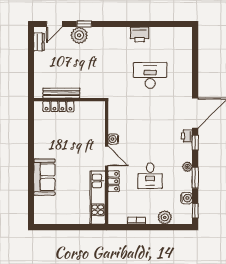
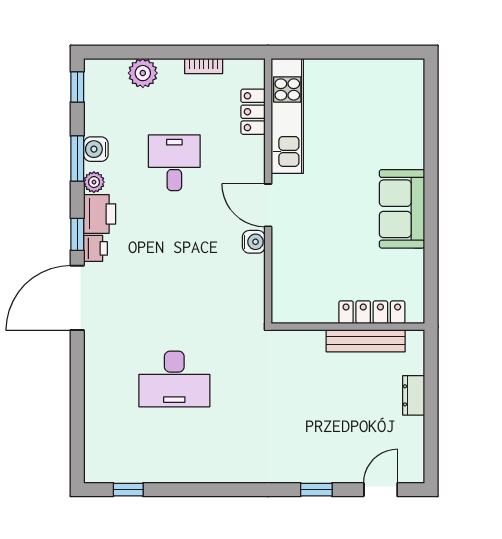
window: (172, 24) -> (128, 490), added
printer: (140, 34) -> (100, 214), moved, turned 90
plant: (79, 35) -> (327, 465), removed
dresser: (39, 42) -> (414, 395), moved
sofa: (44, 177) -> (402, 209), moved
locker: (114, 181) -> (253, 112), moved
water cooler: (187, 198) -> (96, 149), moved

